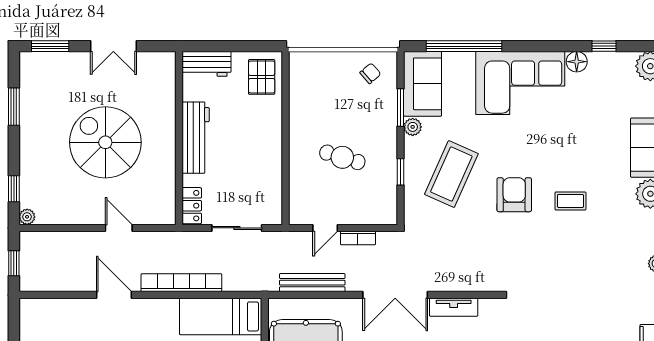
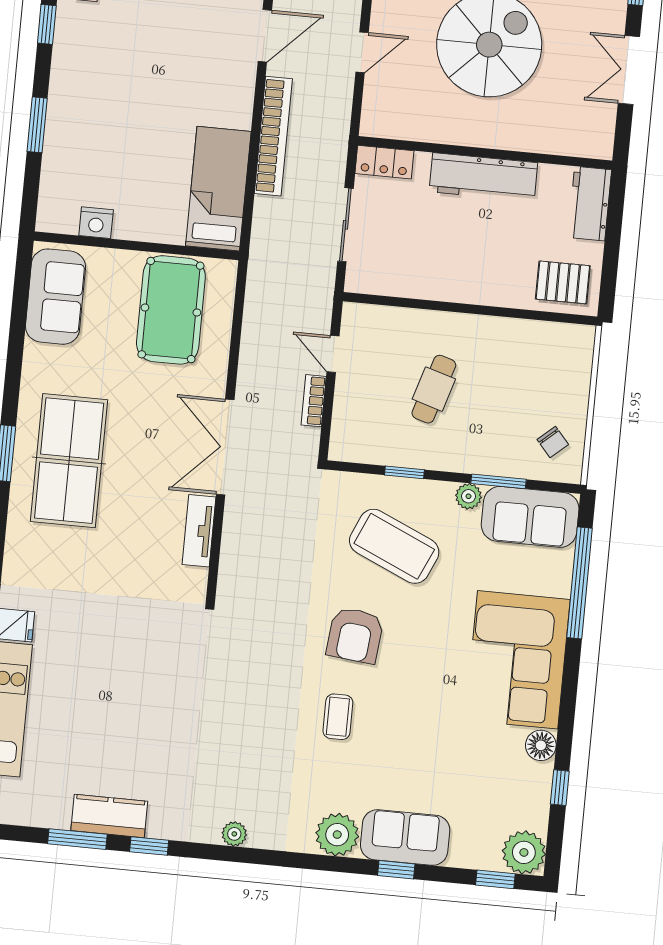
armchair: (514, 195) -> (355, 635), turned 96
bench: (312, 283) -> (255, 328), removed

